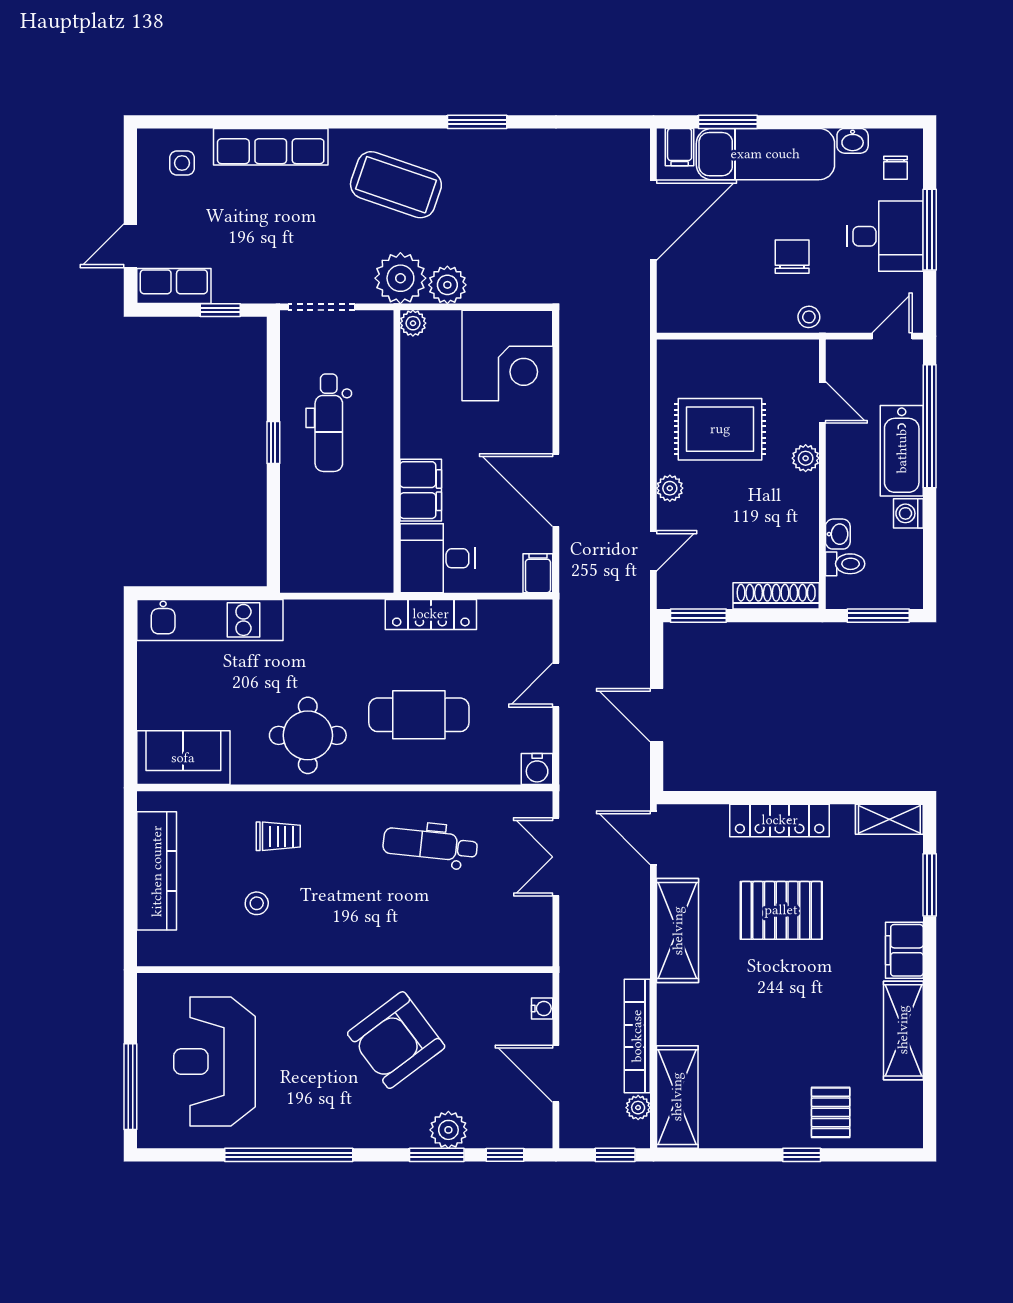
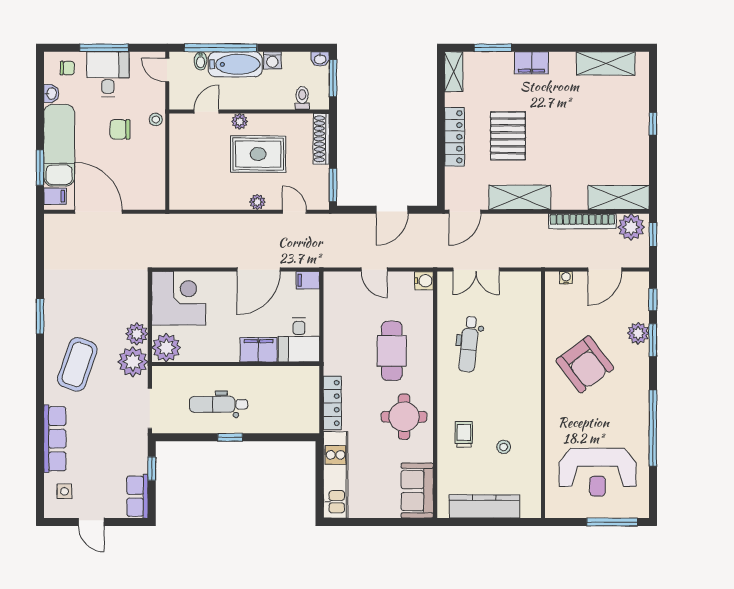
door: (130, 246) -> (91, 522), moved
plant: (413, 323) -> (166, 348), width x1.88, depth x1.88
bidet: (908, 392) -> (201, 61), added
dental chair: (329, 423) -> (218, 404), turned 180
rug: (720, 429) -> (258, 154), moved, turned 90
washbasin: (838, 534) -> (320, 59), moved, turned 180
locker: (431, 614) -> (332, 403), moved
shelving: (903, 1030) -> (606, 63), moved
plant: (638, 1108) -> (631, 227), width x1.88, depth x1.88
pallet: (831, 1112) -> (628, 107), removed

